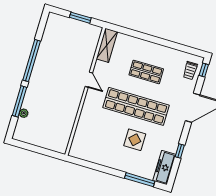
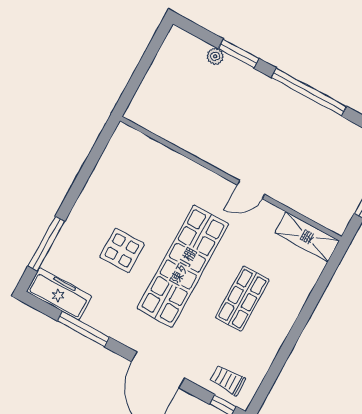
window: (20, 101) -> (239, 53), width x0.69
window: (180, 151) -> (83, 329), width x2.17

